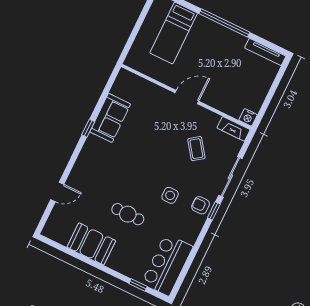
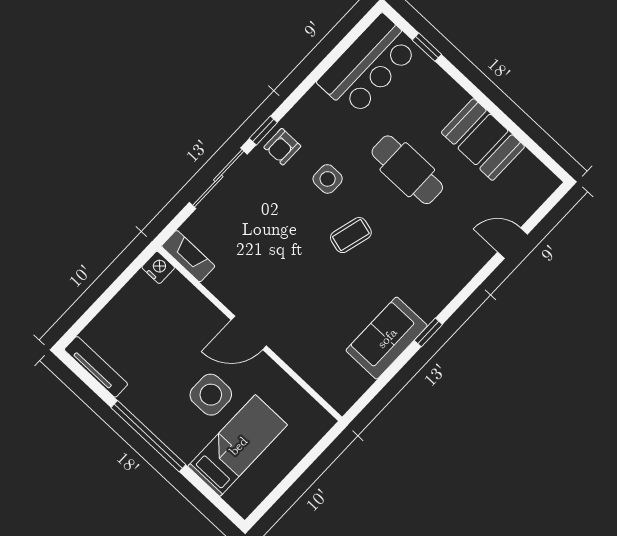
side table: (197, 56) -> (211, 395), added
coffee table: (196, 149) -> (351, 235), moved, turned 51
armchair: (201, 205) -> (282, 147), turned 90
cafe table: (128, 214) -> (407, 170), width x1.37, depth x1.35

